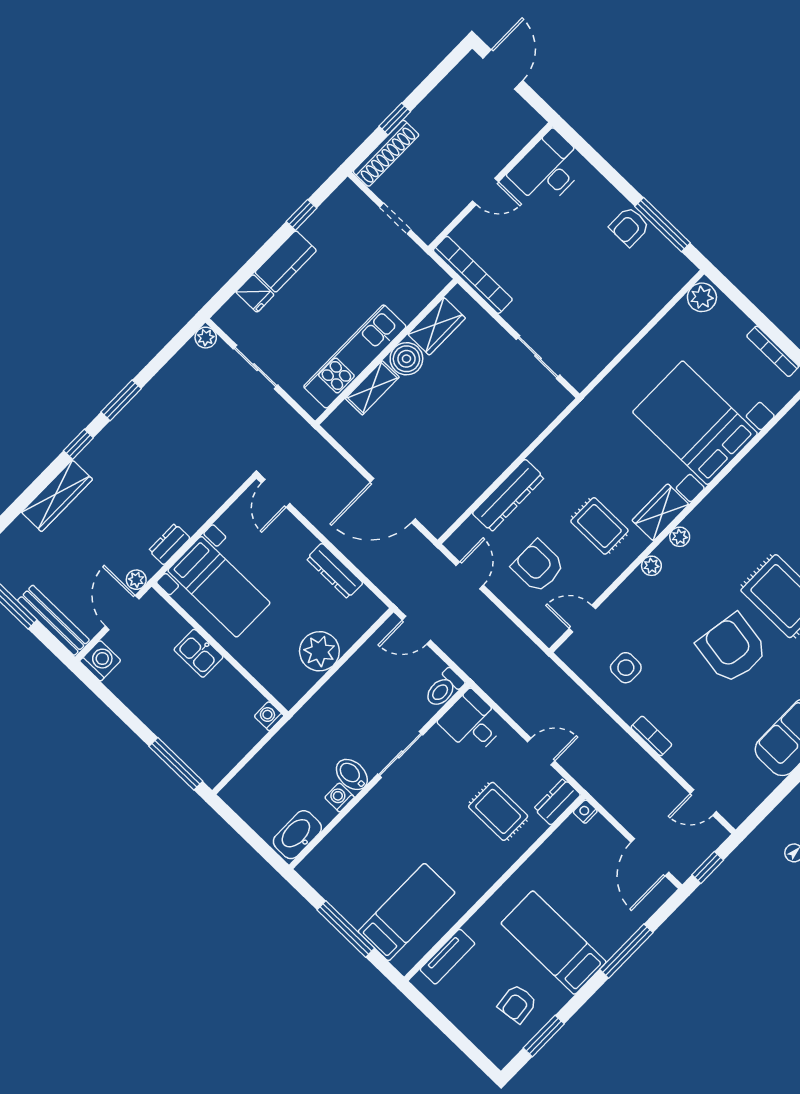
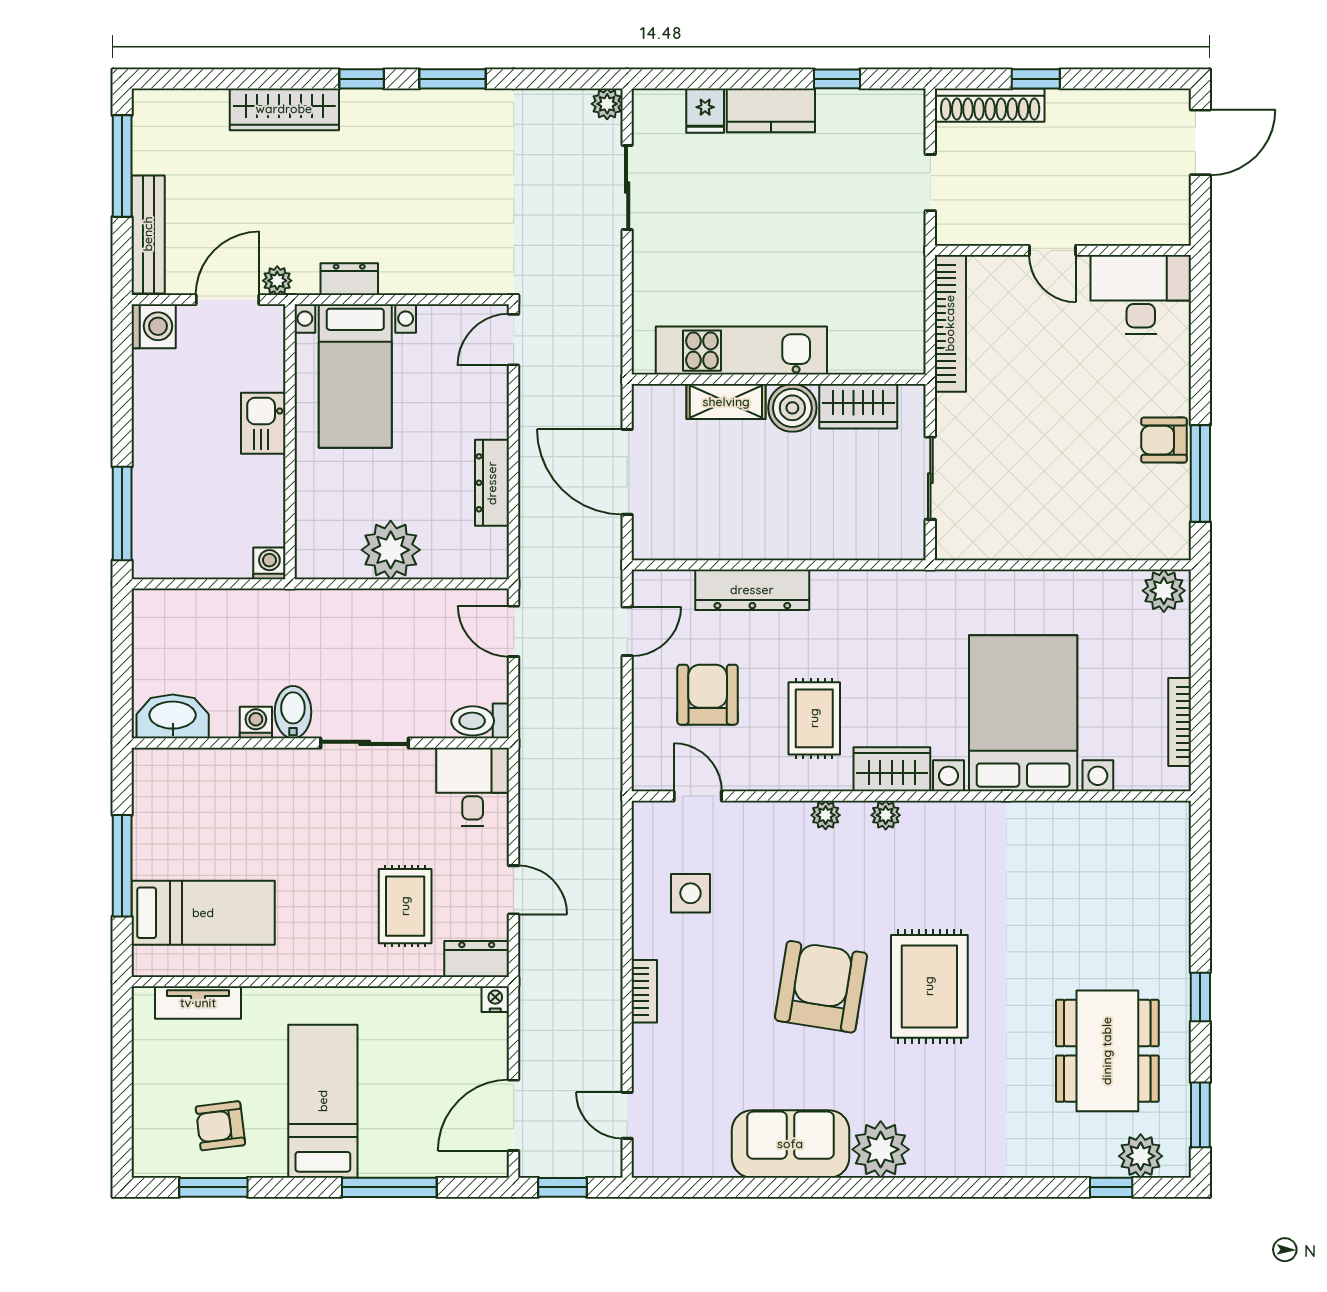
wardrobe: (437, 326) -> (858, 406), moved
wall: (386, 352) -> (779, 379), moved
kitchen unit: (355, 357) -> (741, 351), moved
boiler: (406, 359) -> (792, 408), moved
shelving: (372, 388) -> (726, 402), moved

